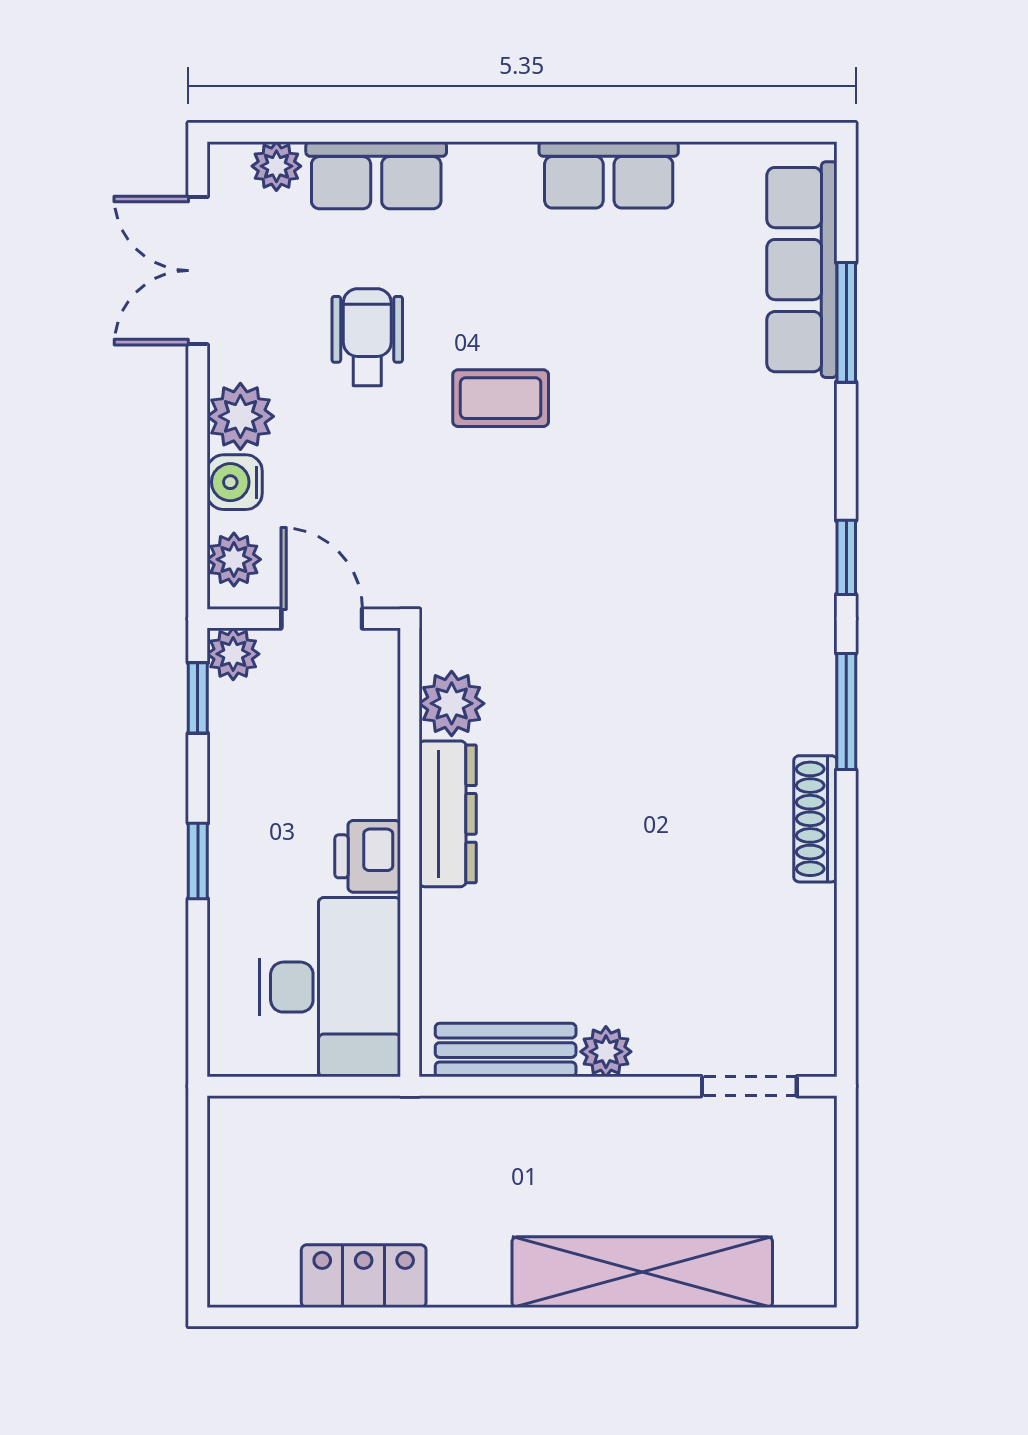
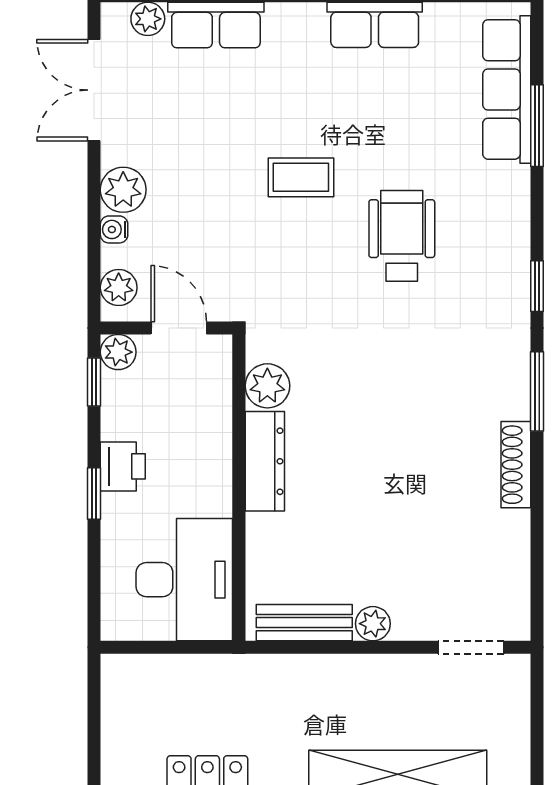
wheelchair: (367, 337) -> (402, 236), moved, width x1.36, depth x1.37
water cooler: (235, 482) -> (114, 229), width x0.72, depth x0.72
printer: (368, 856) -> (123, 466), moved, turned 180

